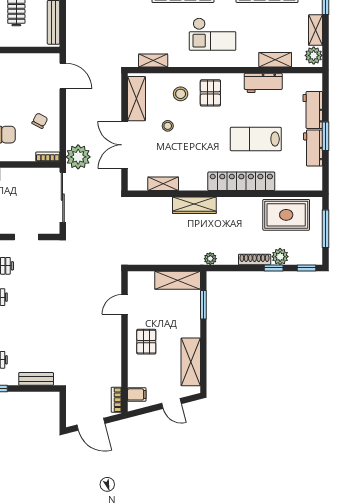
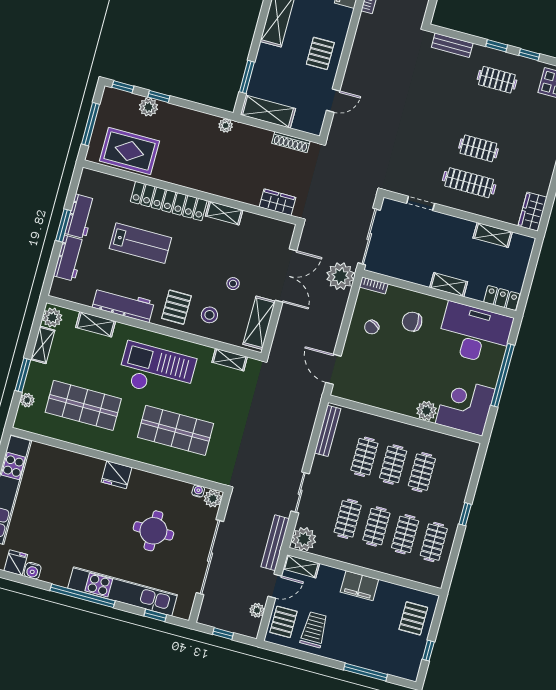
checkout: (213, 34) -> (157, 371), width x1.36, depth x1.21
workbench: (263, 83) -> (123, 304), width x1.38
shelving: (163, 184) -> (224, 213), moved
wardrobe: (194, 205) -> (277, 202), moved, width x0.67
shoe rack: (255, 259) -> (291, 142), moved

